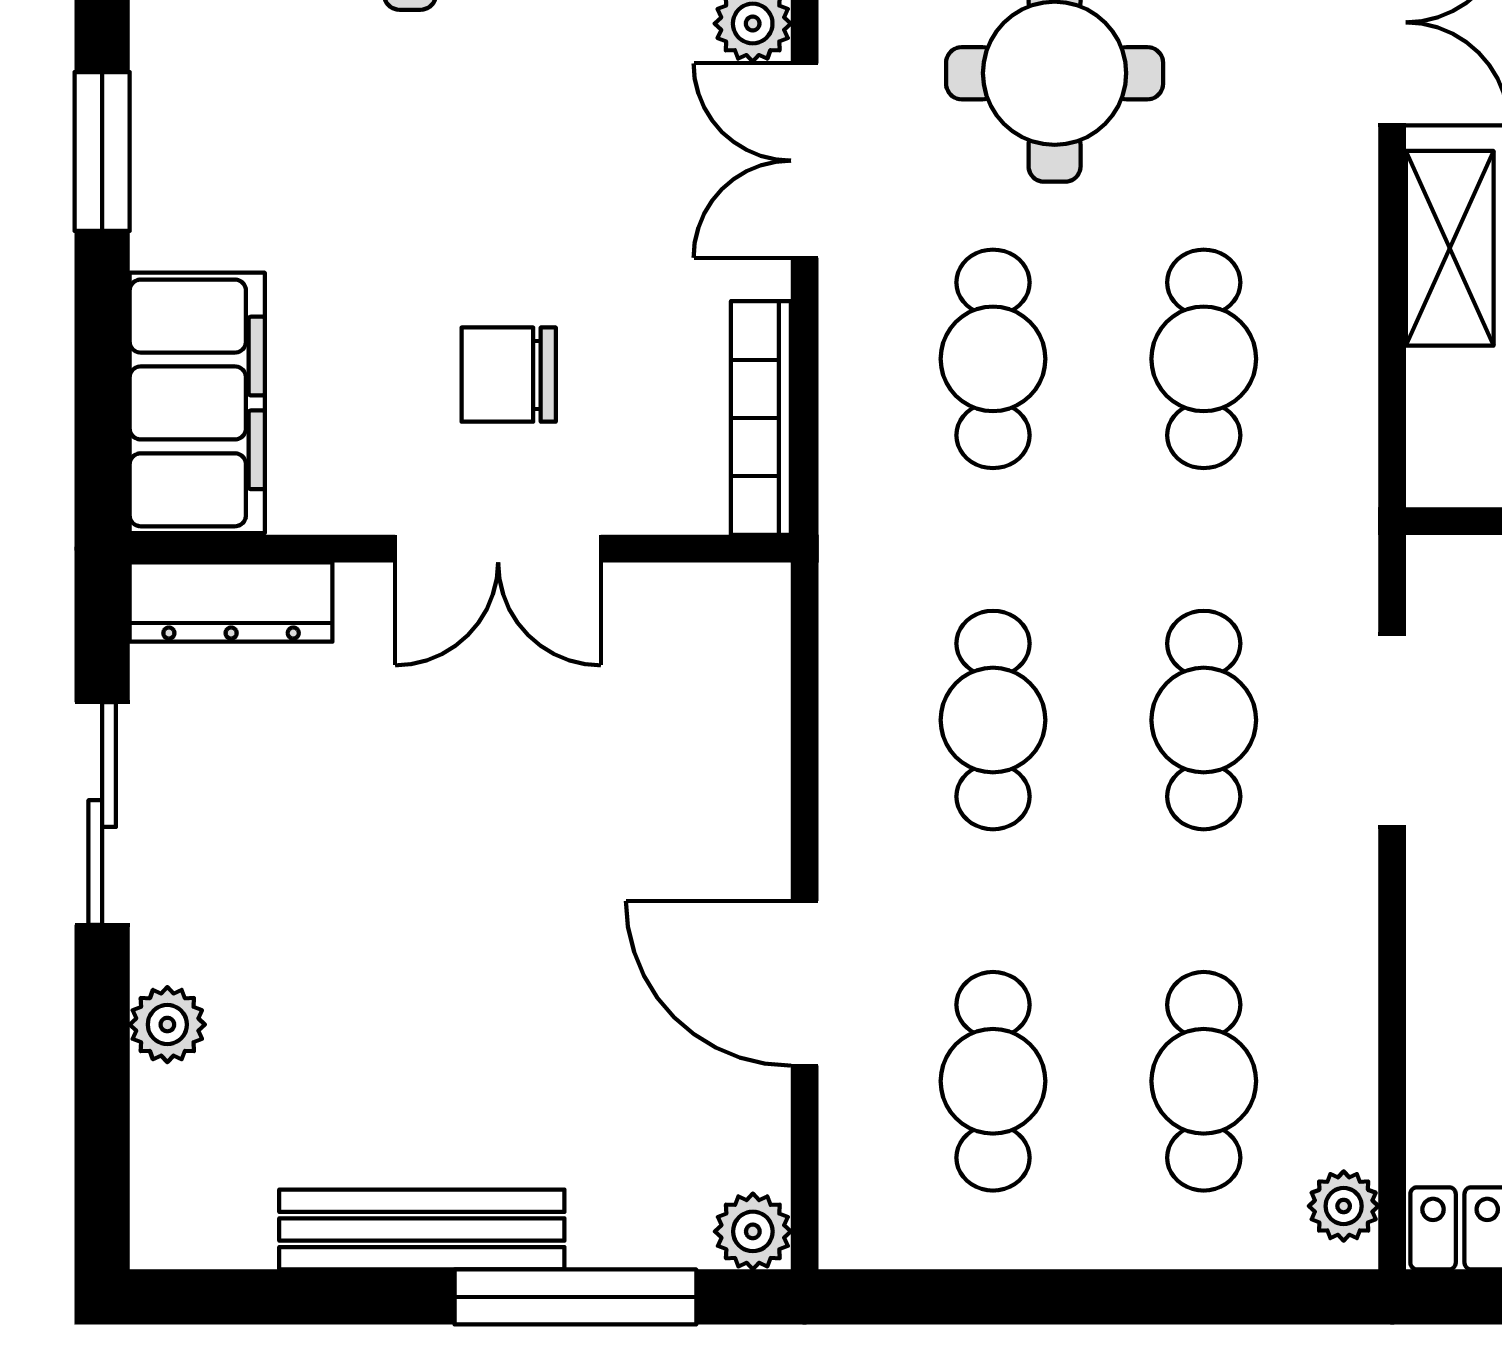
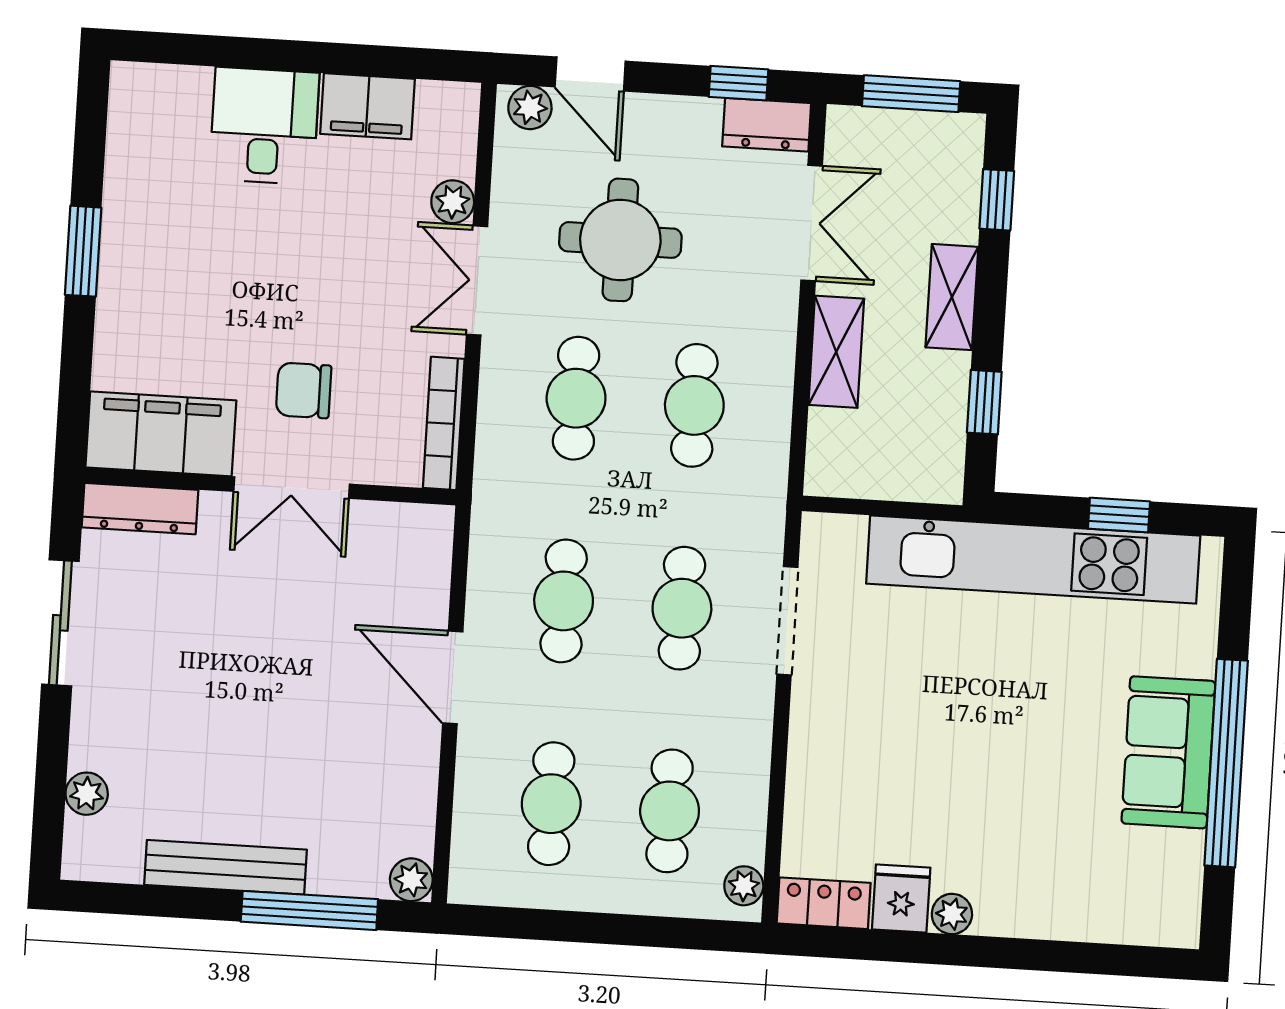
filing cabinet: (197, 403) -> (161, 434), moved, turned -90
door: (805, 983) -> (453, 677), moved
plant: (167, 1025) -> (87, 794), moved

